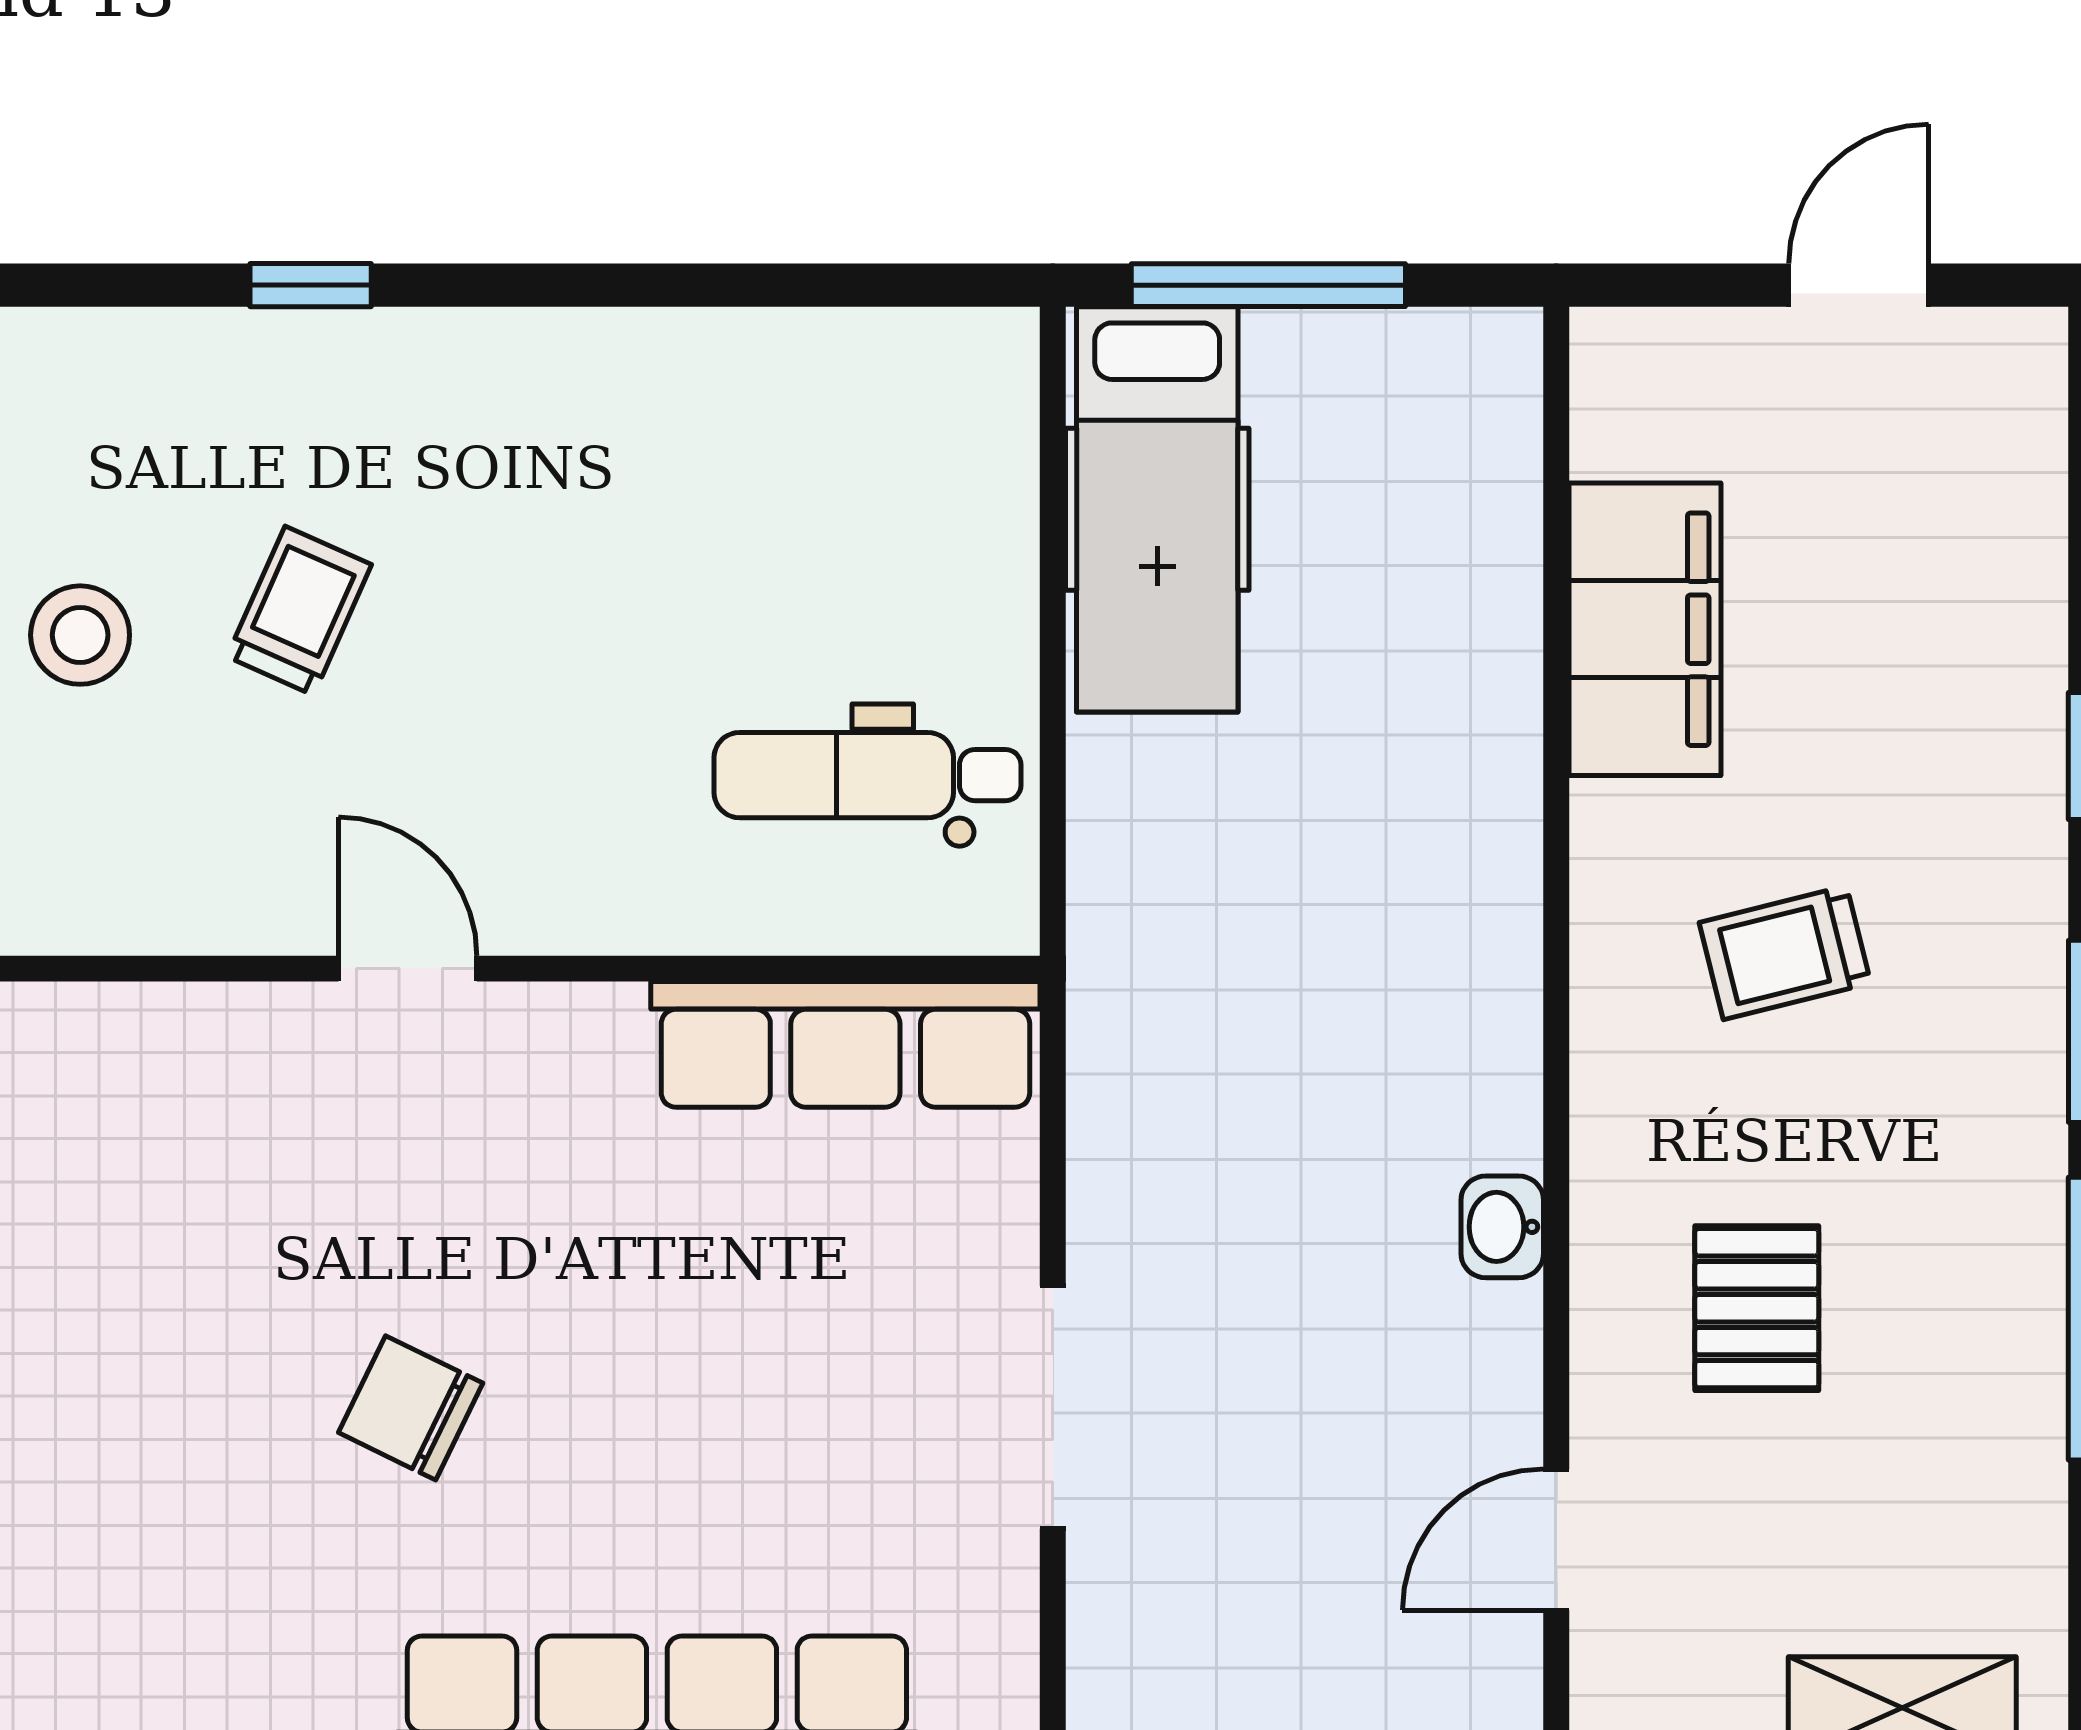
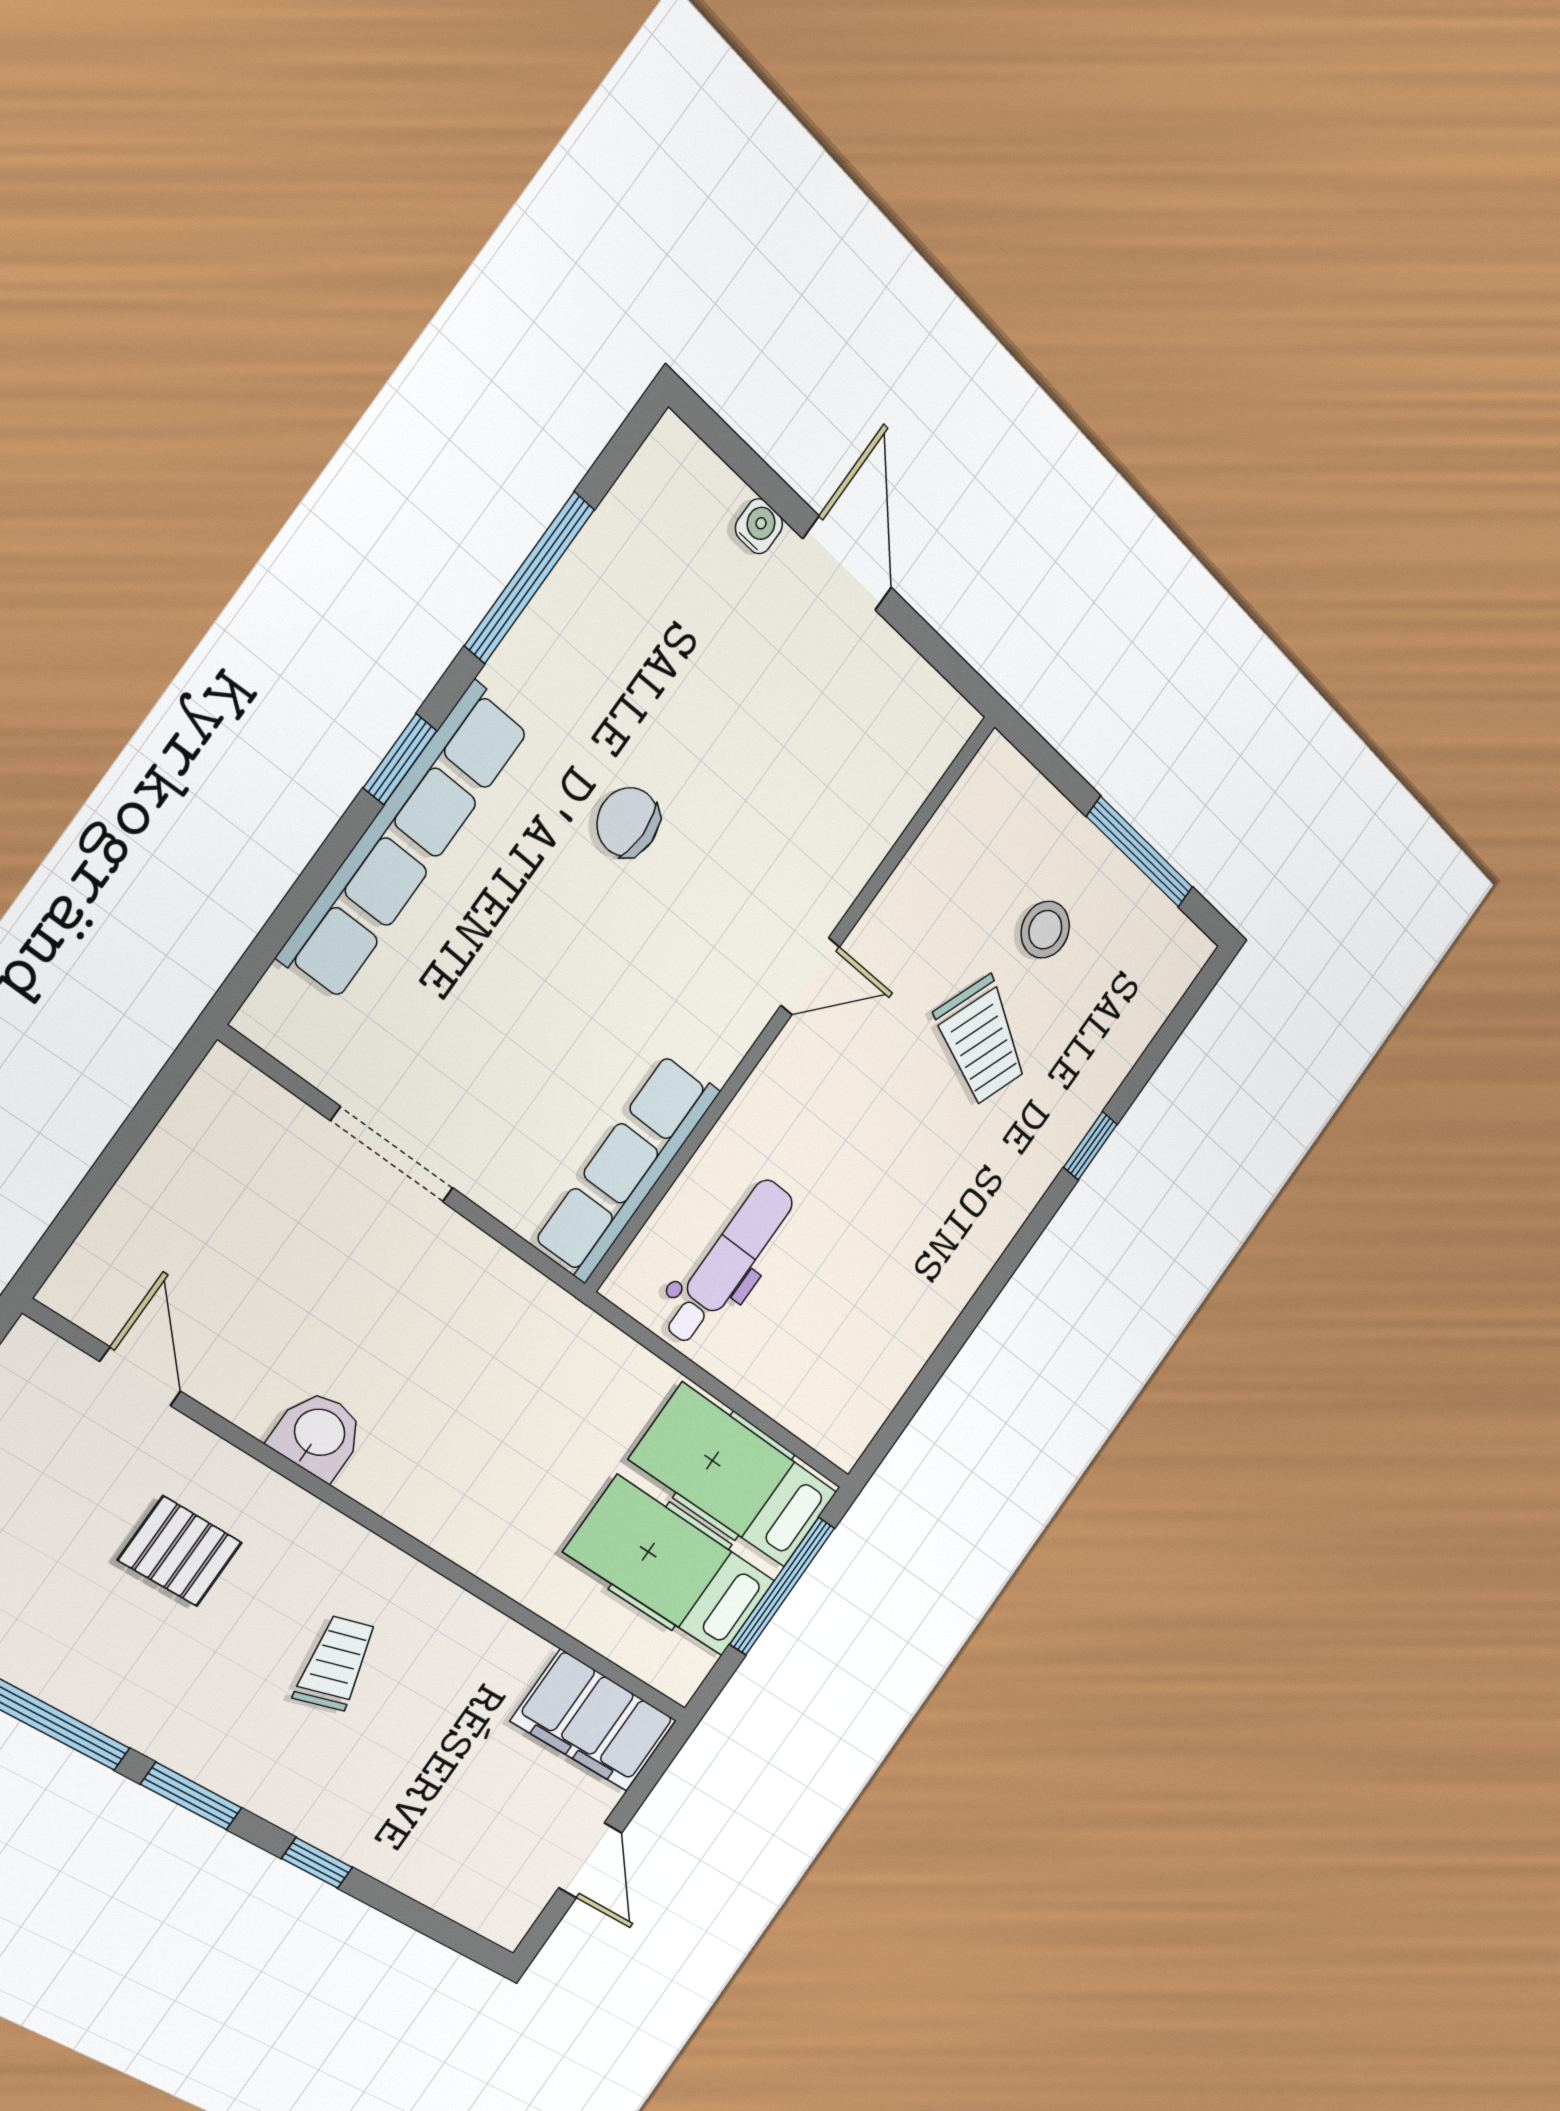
hospital bed: (1349, 509) -> (671, 1567), added
trolley: (299, 611) -> (981, 1041), width x1.36, depth x1.39
filing cabinet: (1645, 629) -> (594, 1721), moved
washbasin: (1502, 1227) -> (318, 1434), width x1.38, depth x1.45
chair: (411, 1408) -> (628, 822), turned -117

